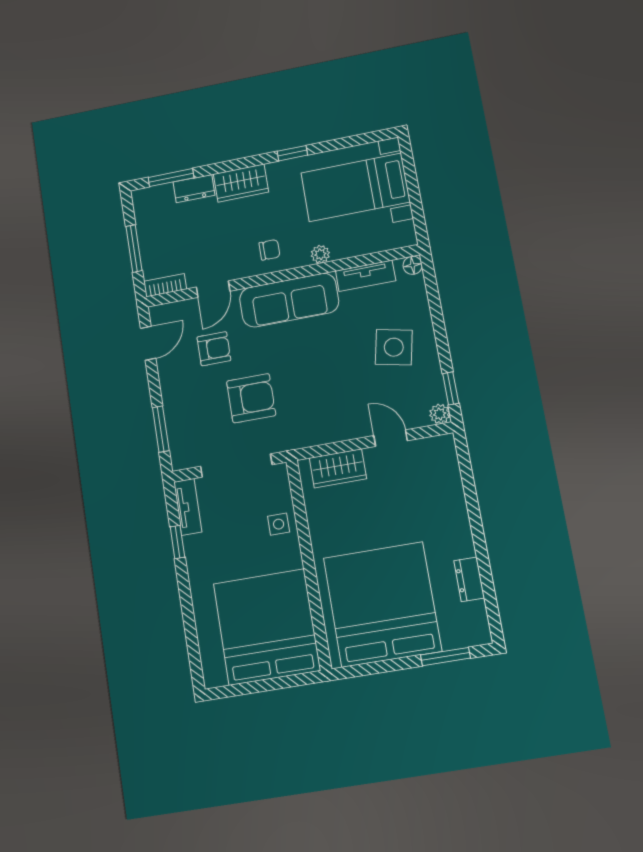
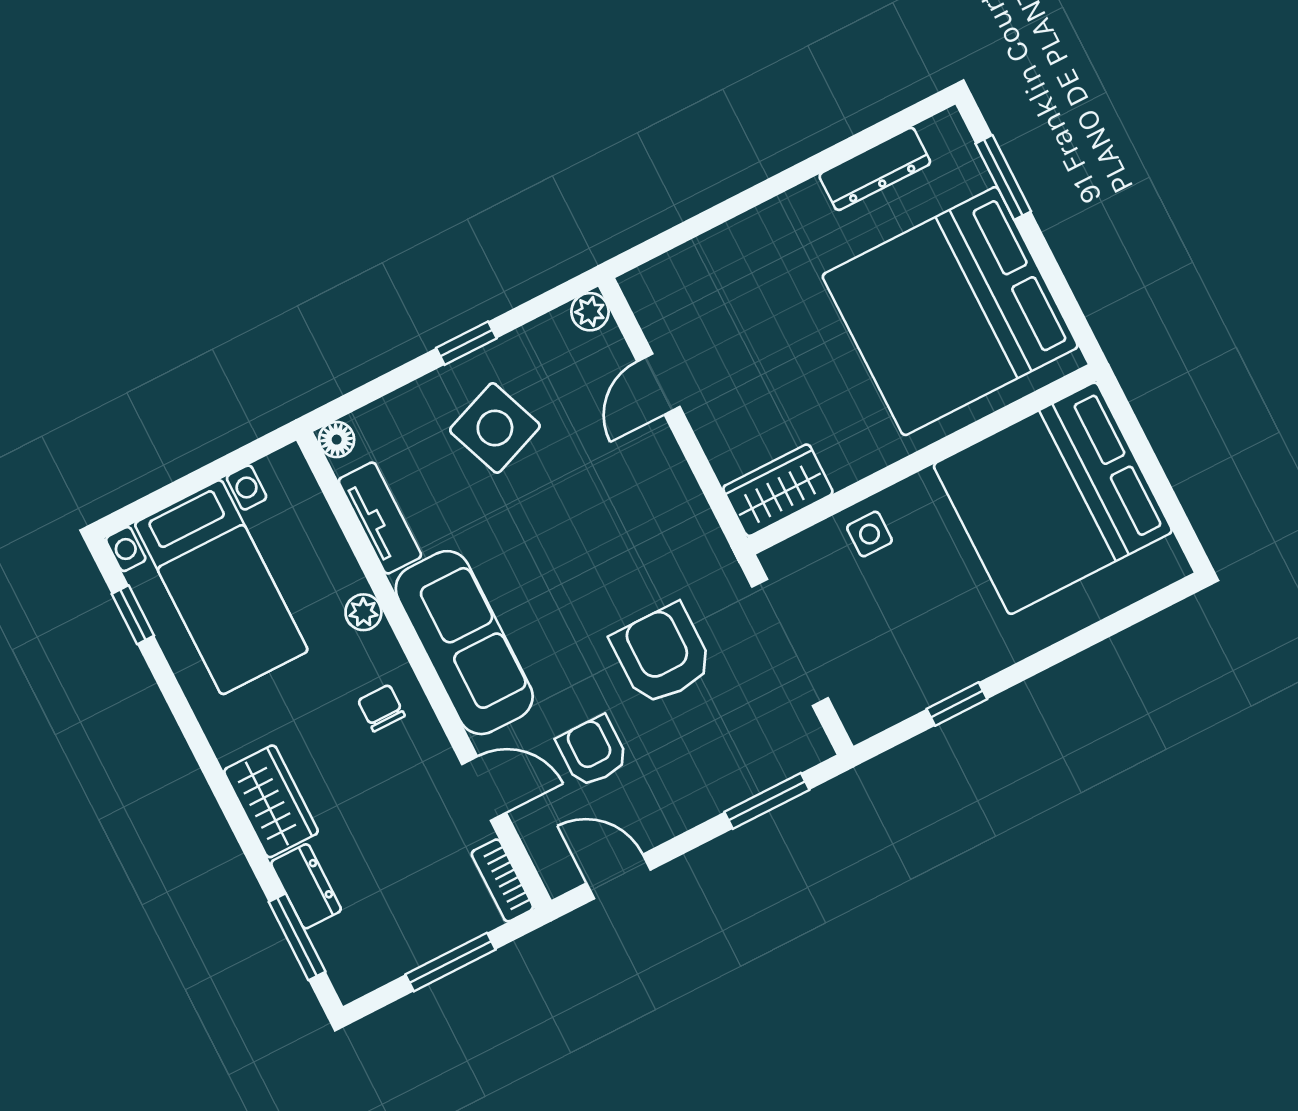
window: (292, 153) -> (133, 615), moved
side table: (394, 347) -> (495, 428), turned -33
window: (451, 388) -> (466, 343), moved
wardrobe: (338, 468) -> (778, 490), moved, turned -90
tv unit: (188, 507) -> (890, 706), removed
dresser: (469, 579) -> (875, 169), width x1.44

